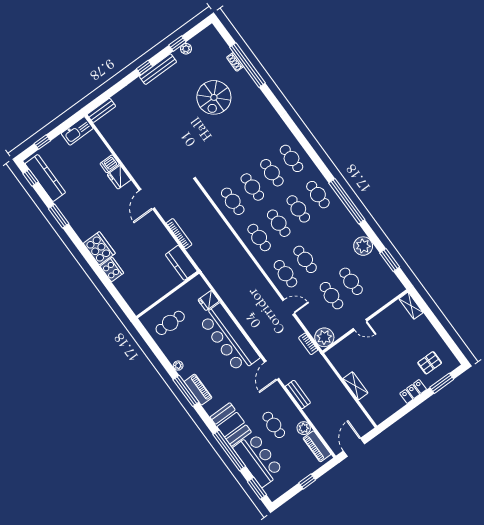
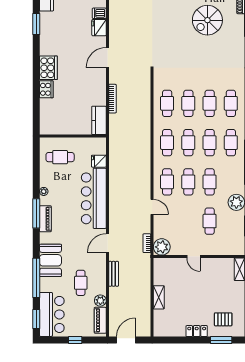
cafe table: (331, 296) -> (210, 182), moved
bar counter: (258, 460) -> (52, 314), moved

